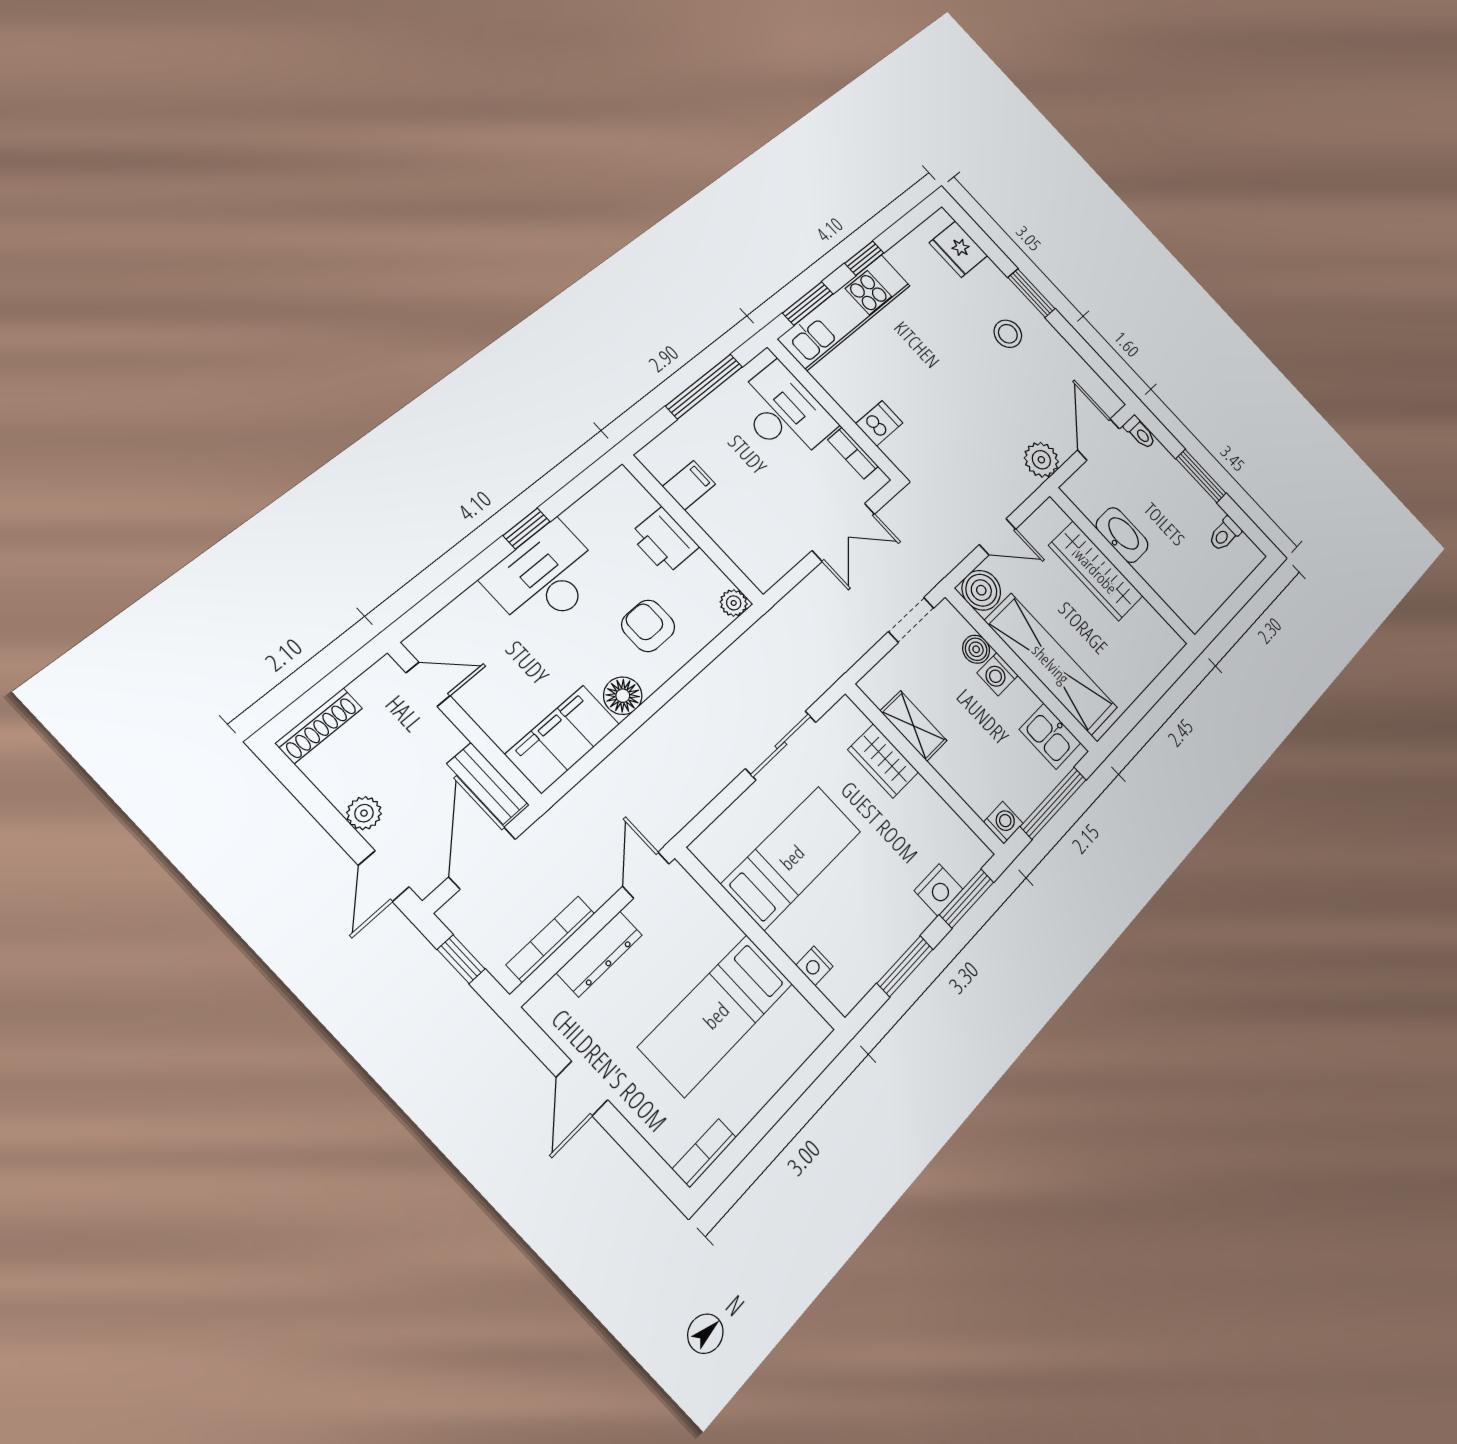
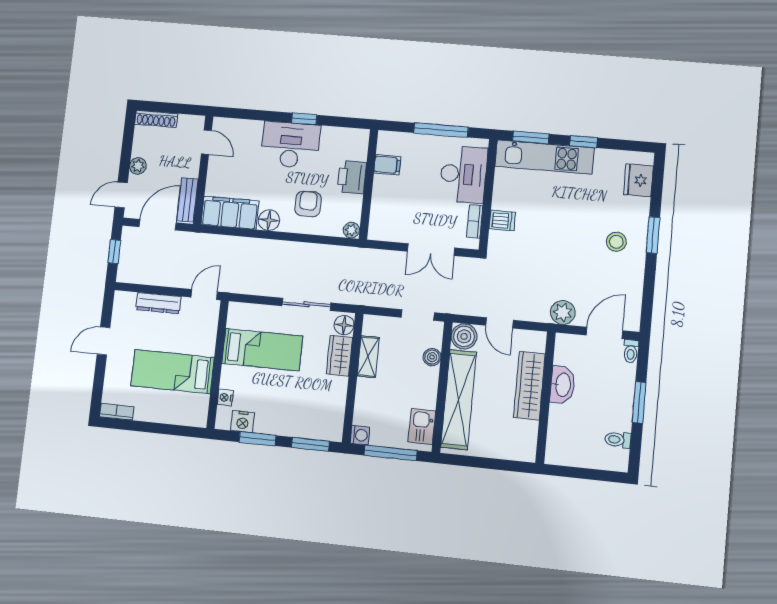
washing machine: (997, 674) -> (429, 377), removed
floor lamp: (849, 721) -> (344, 325), added
nightstand: (939, 890) -> (243, 422), moved
bookcase: (551, 939) -> (149, 279), removed

